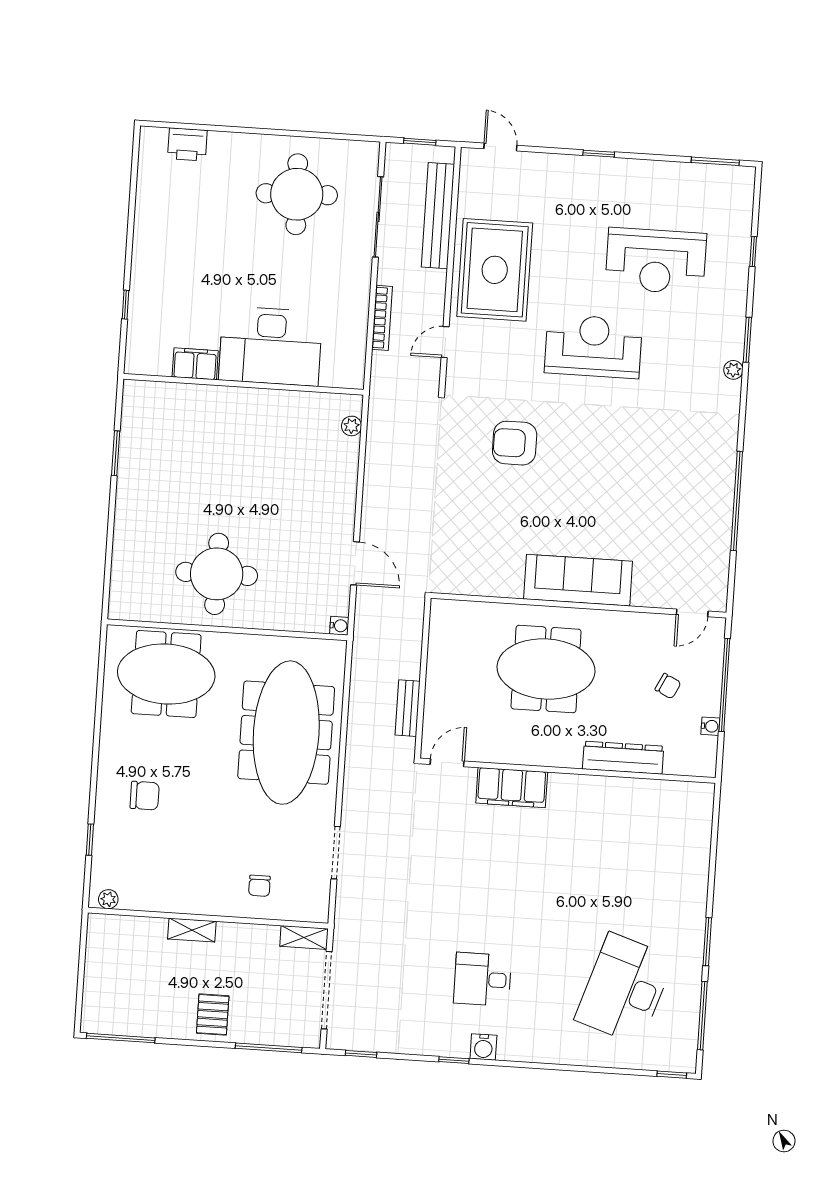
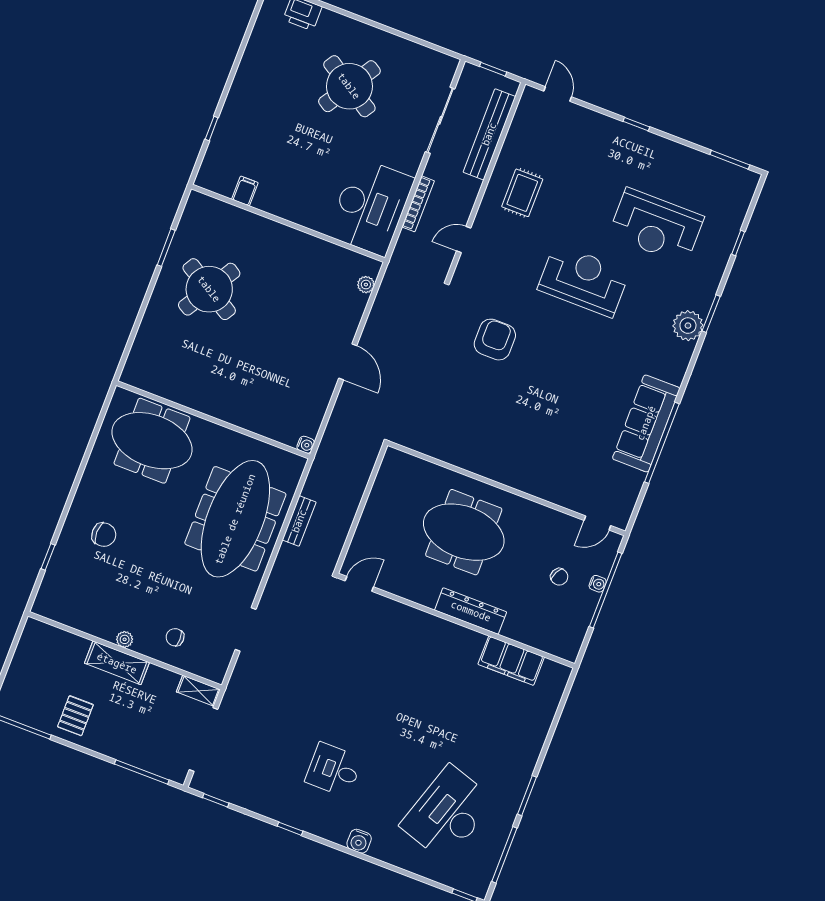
round table: (297, 194) -> (349, 86), moved, turned 34
rug: (495, 270) -> (522, 193), width x0.54, depth x0.49
desk: (270, 346) -> (371, 207), moved, turned -90
filing cabinet: (195, 364) -> (245, 191), width x0.50
plant: (733, 370) -> (688, 326), width x1.88, depth x1.88
armchair: (515, 443) -> (495, 340), turned 90
door: (355, 563) -> (348, 362), moved
round table: (217, 574) -> (209, 289), moved, turned 31
sofa: (578, 580) -> (646, 423), moved, turned -90
bench: (408, 708) -> (299, 521), moved
water cooler: (710, 726) -> (598, 584), moved
dresser: (623, 758) -> (471, 611), moved
filing cabinet: (512, 788) -> (511, 661), moved
chair: (259, 886) -> (175, 637), turned 90
plant: (108, 899) -> (125, 639), moved
shelving: (192, 930) -> (117, 663), width x1.50, depth x1.33
pallet: (213, 1015) -> (75, 716), moved
water cooler: (483, 1047) -> (359, 841), moved

